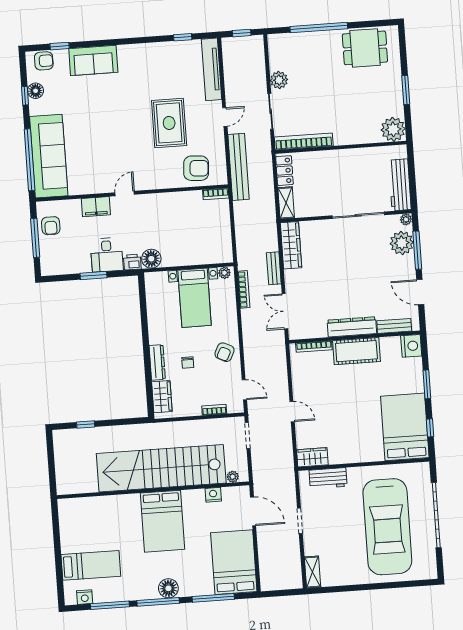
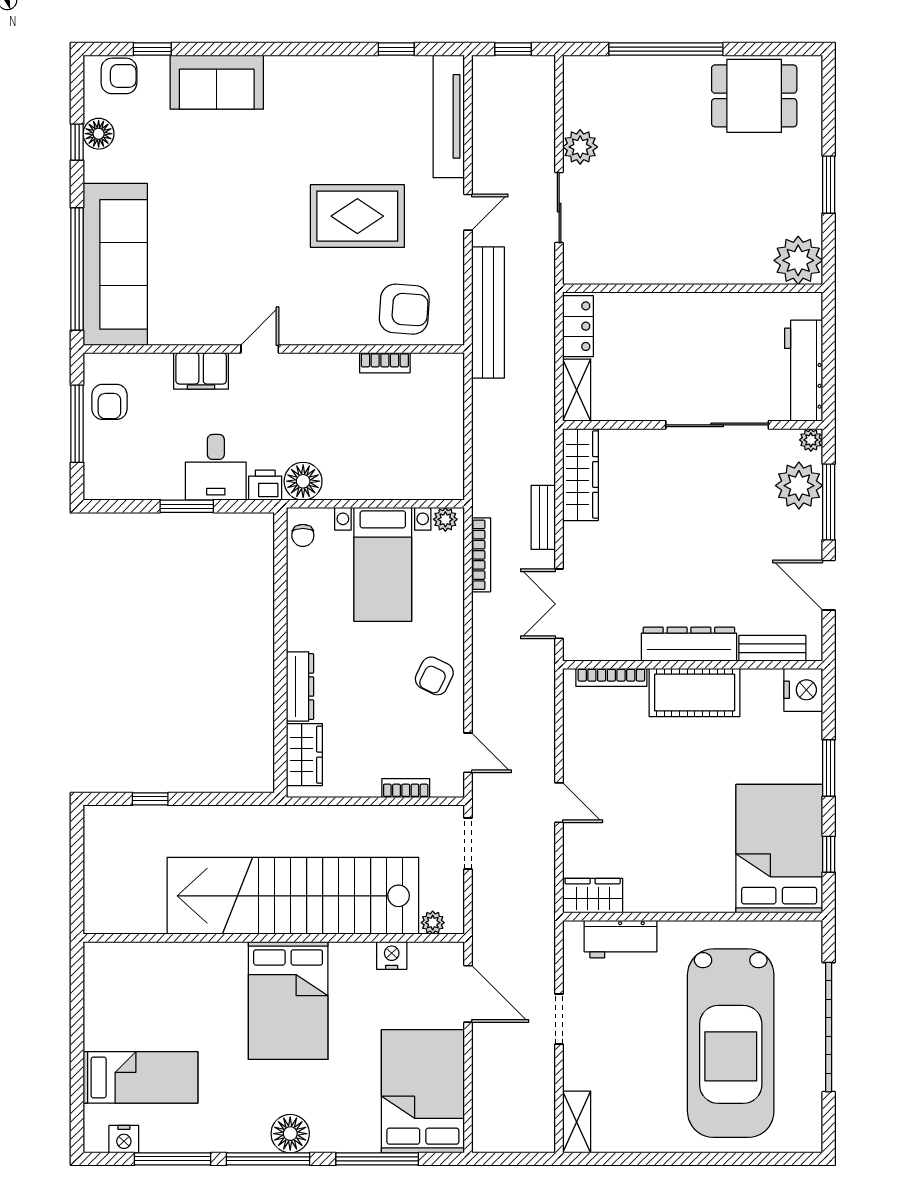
rug: (169, 123) -> (357, 216), turned 90
bookcase: (304, 141) -> (620, 272), removed
bookcase: (216, 194) -> (385, 363), moved
chair: (188, 363) -> (303, 535), moved

